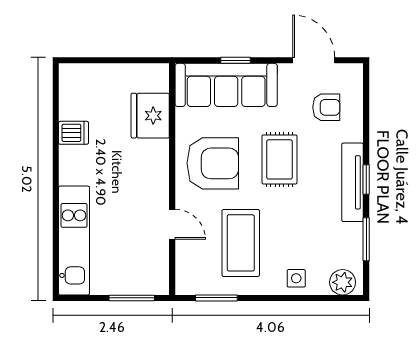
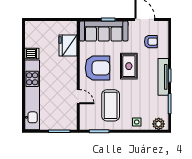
kitchen unit: (74, 241) -> (32, 95), width x1.36

